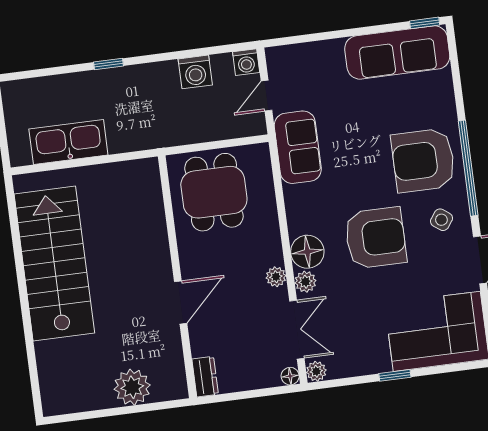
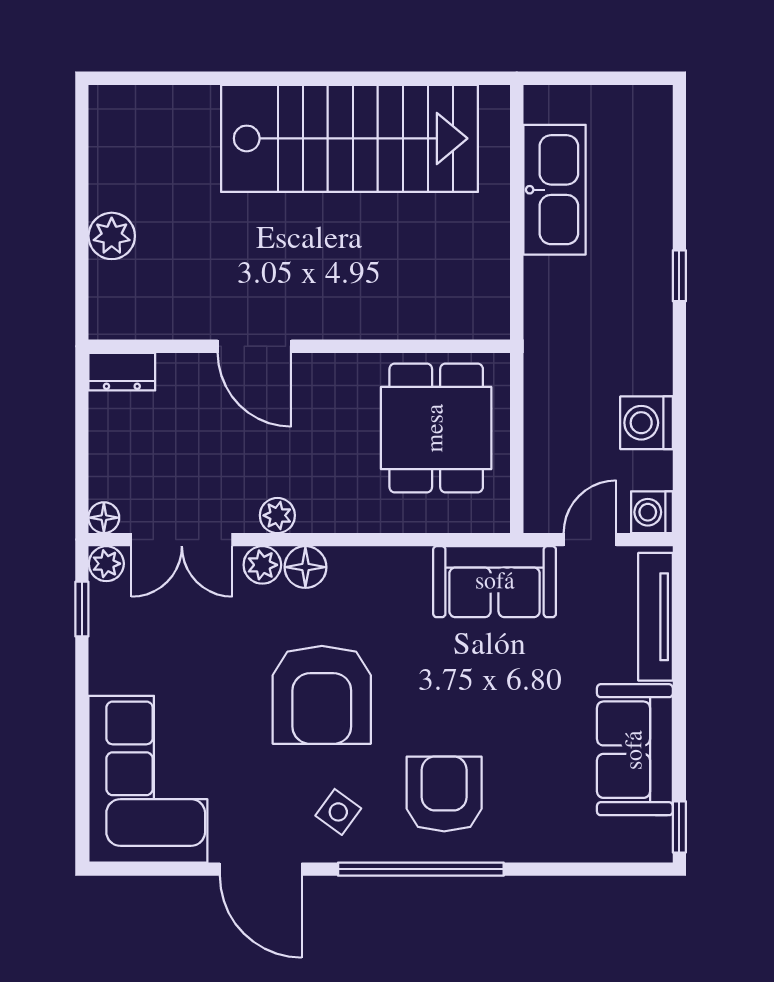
tv unit: (306, 52) -> (655, 617), added
sofa: (397, 52) -> (635, 750), width x0.73
door: (266, 96) -> (590, 540), hinge flipped
armchair: (423, 160) -> (444, 794), width x0.73, depth x0.73
dining table: (214, 192) -> (436, 428), turned 90
floor lamp: (307, 252) -> (305, 567), width x0.73, depth x0.73
window: (395, 375) -> (82, 609), moved
plant: (132, 387) -> (112, 236), width x0.73, depth x0.73

